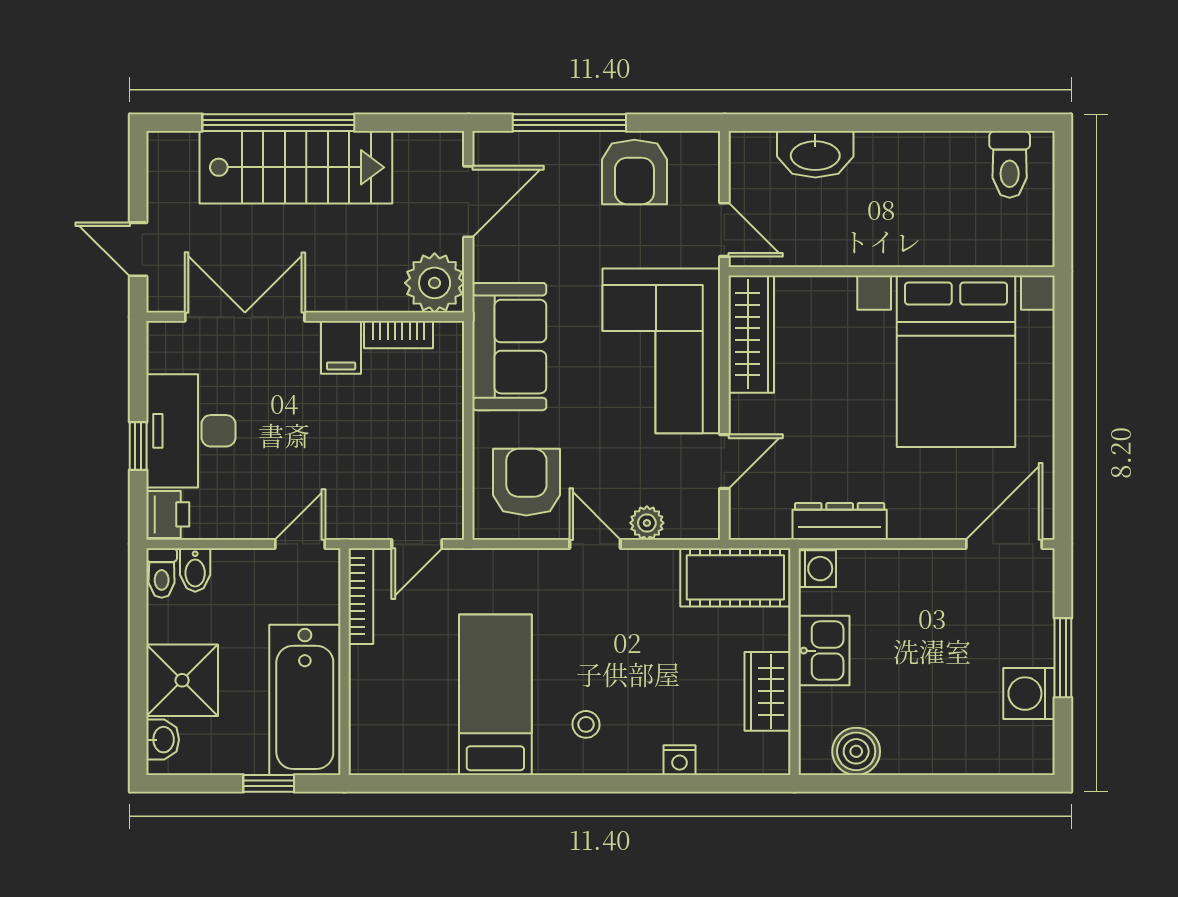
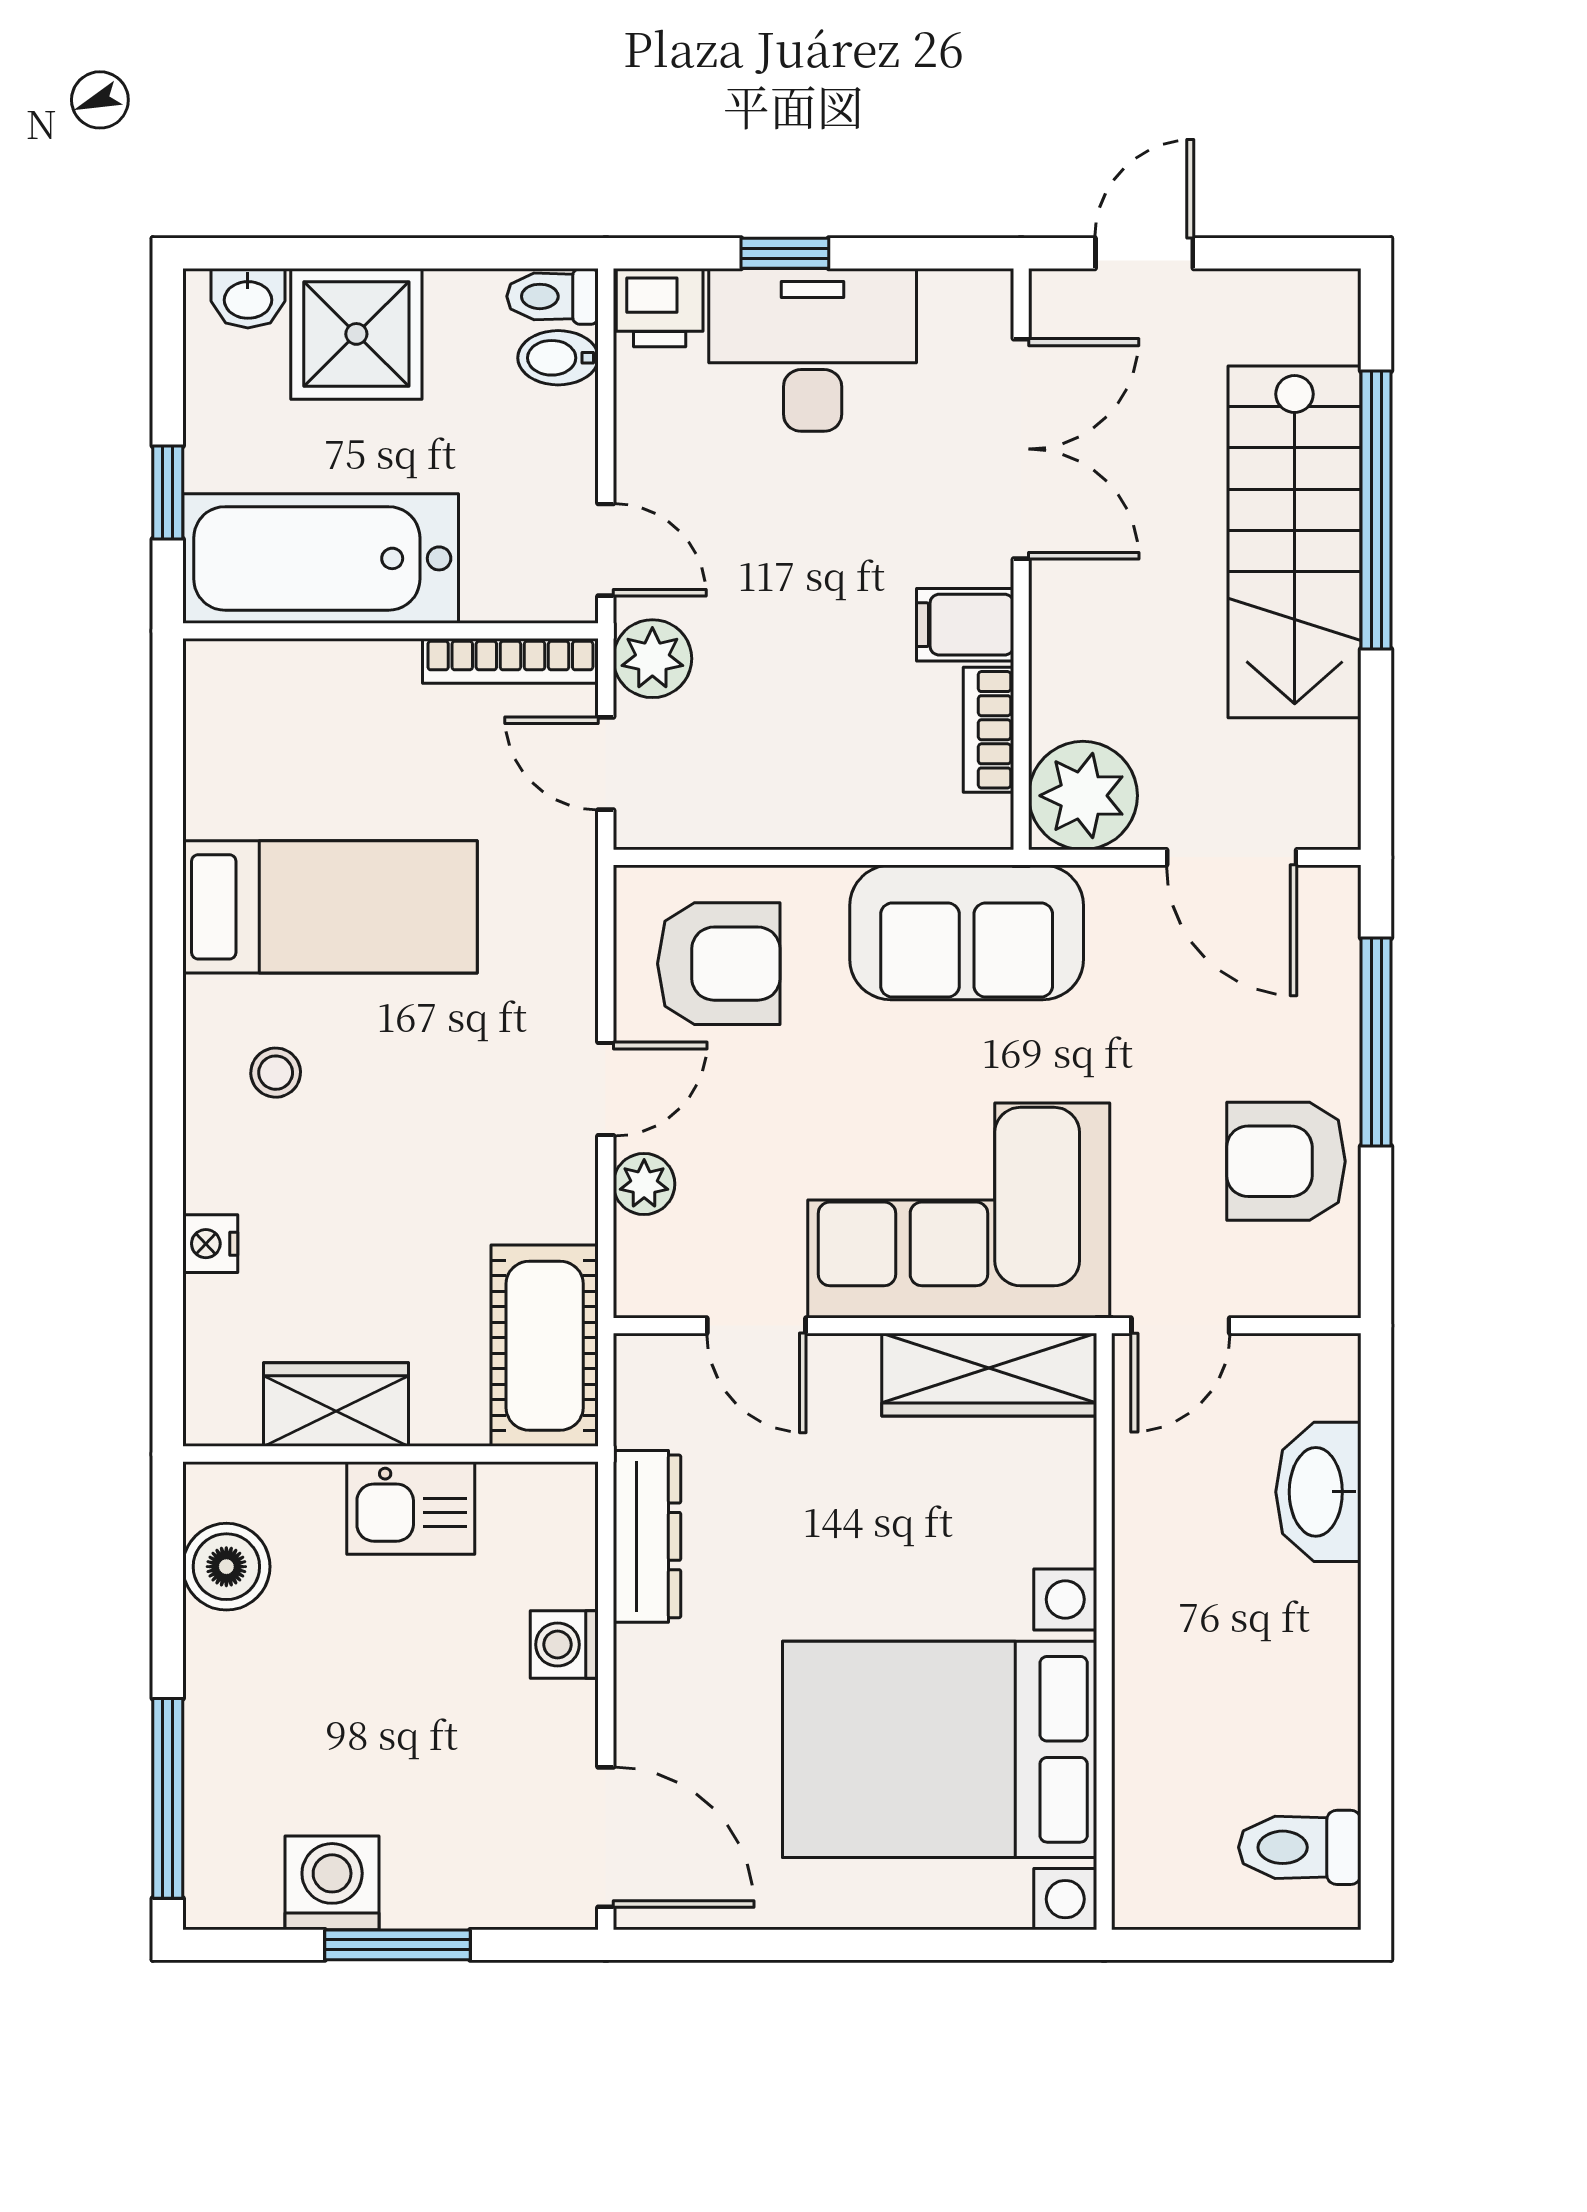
plant: (360, 518) -> (652, 659), added
washing machine: (817, 569) -> (564, 1645), moved, turned 90
window: (983, 783) -> (168, 1798), added

